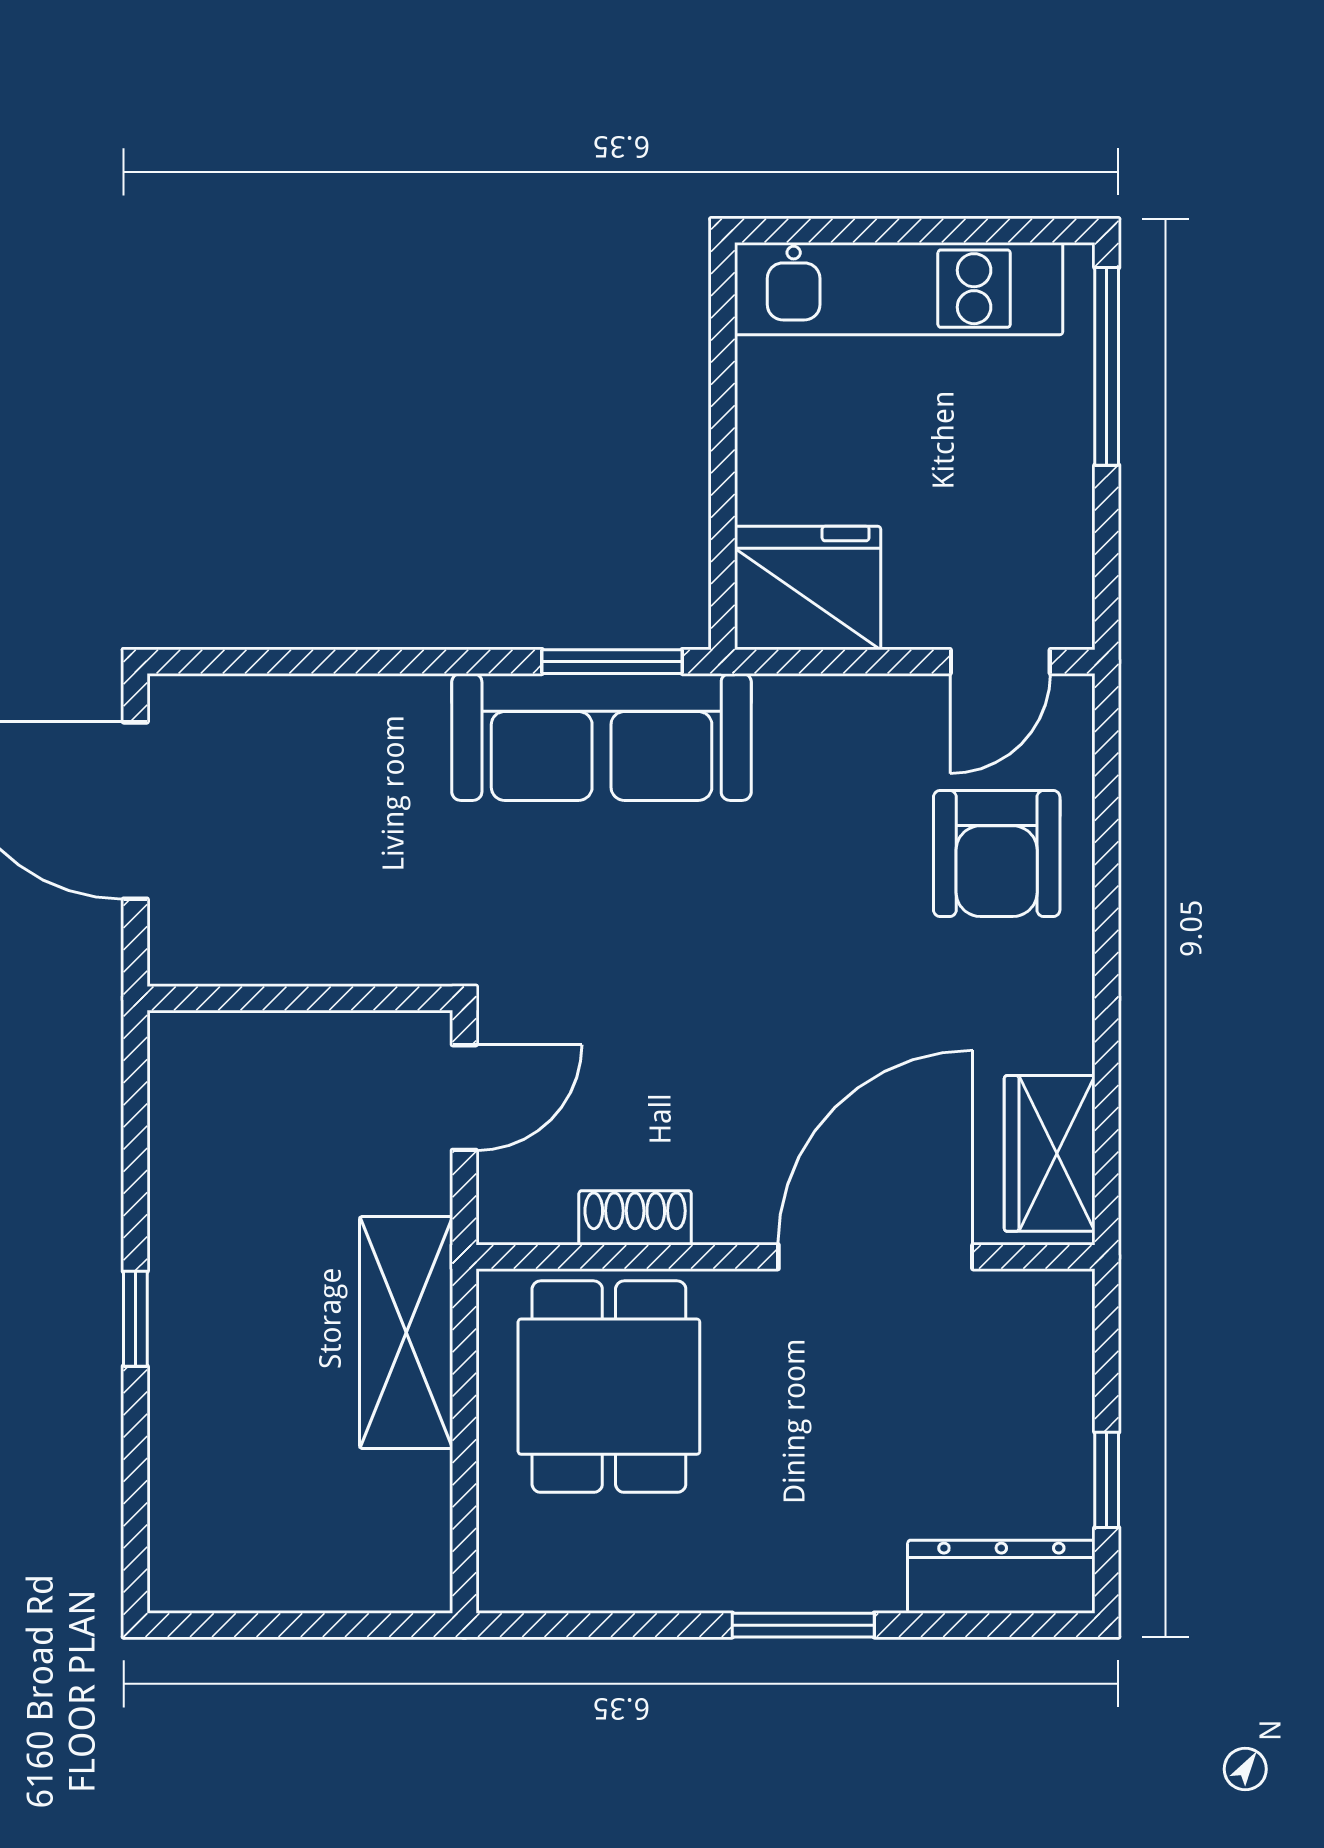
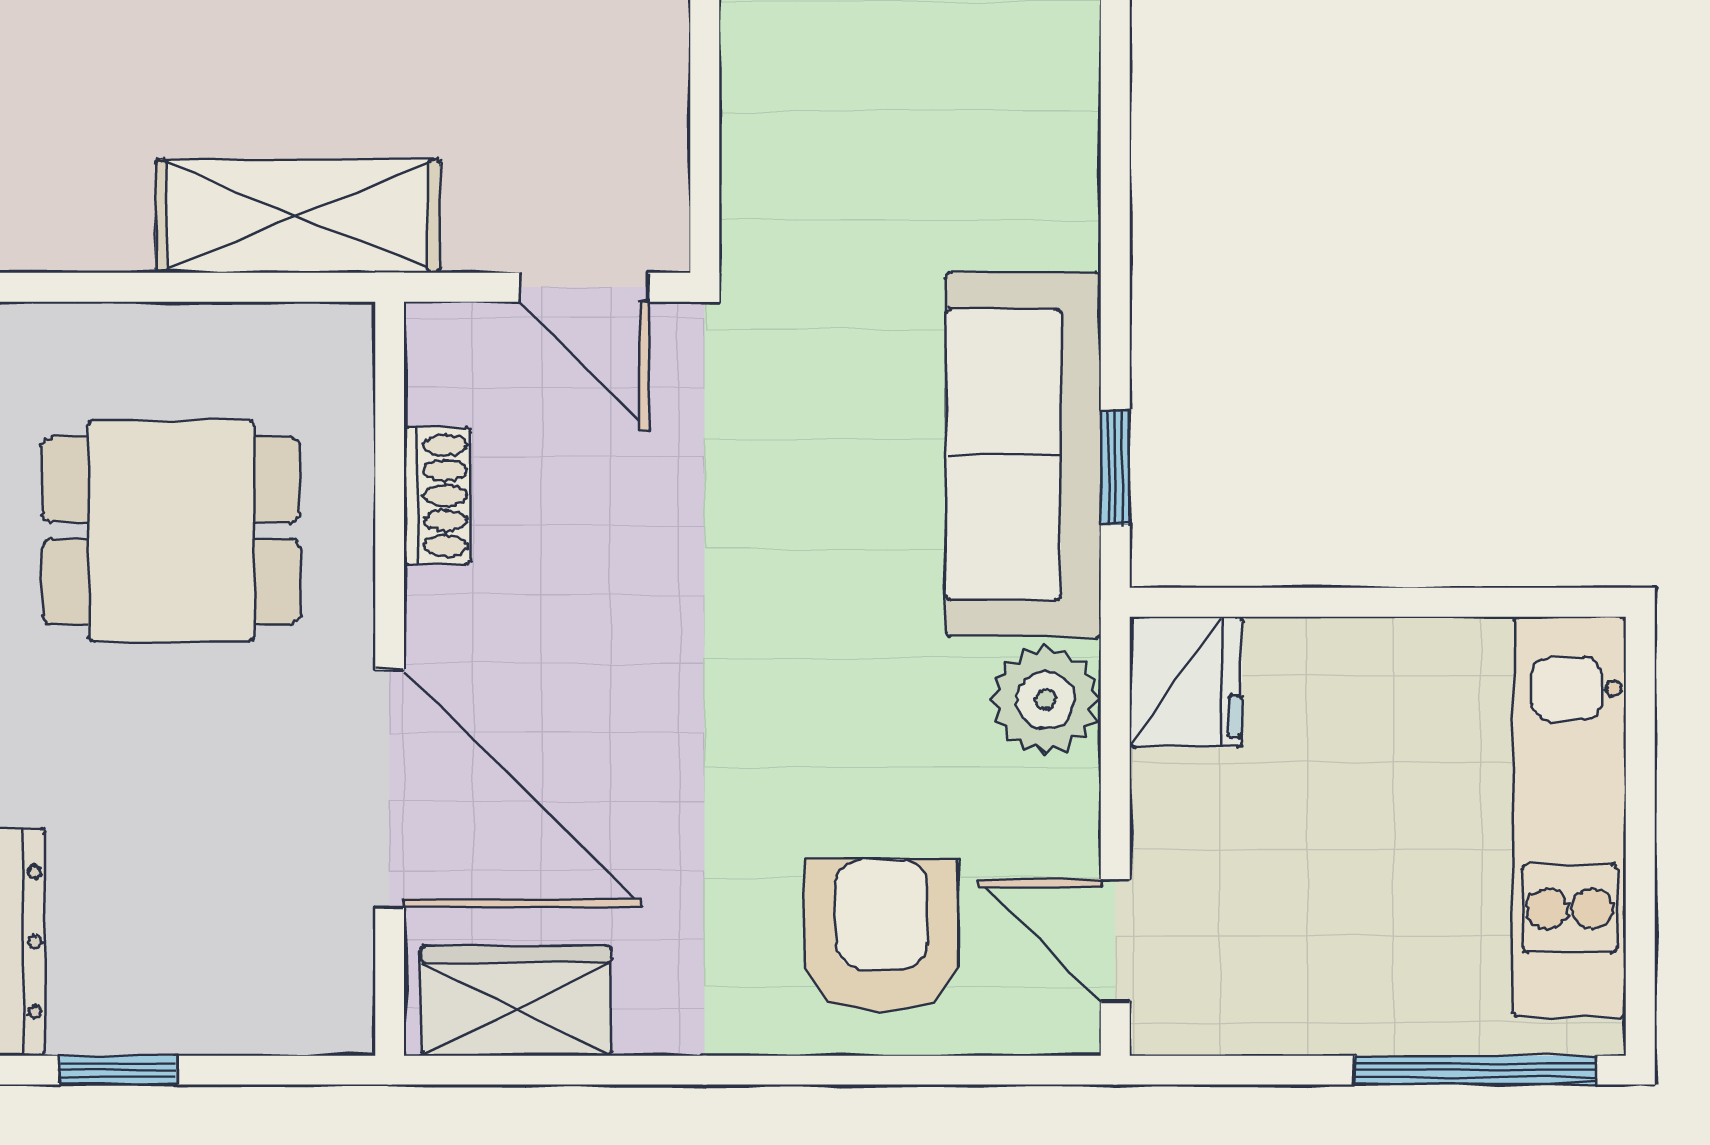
fridge: (808, 588) -> (1186, 682), width x0.73, depth x0.75
window: (612, 662) -> (1115, 467), width x0.67
plant: (803, 719) -> (1046, 700), added
armchair: (997, 853) -> (881, 936), turned 90
dining table: (609, 1387) -> (171, 531), moved

